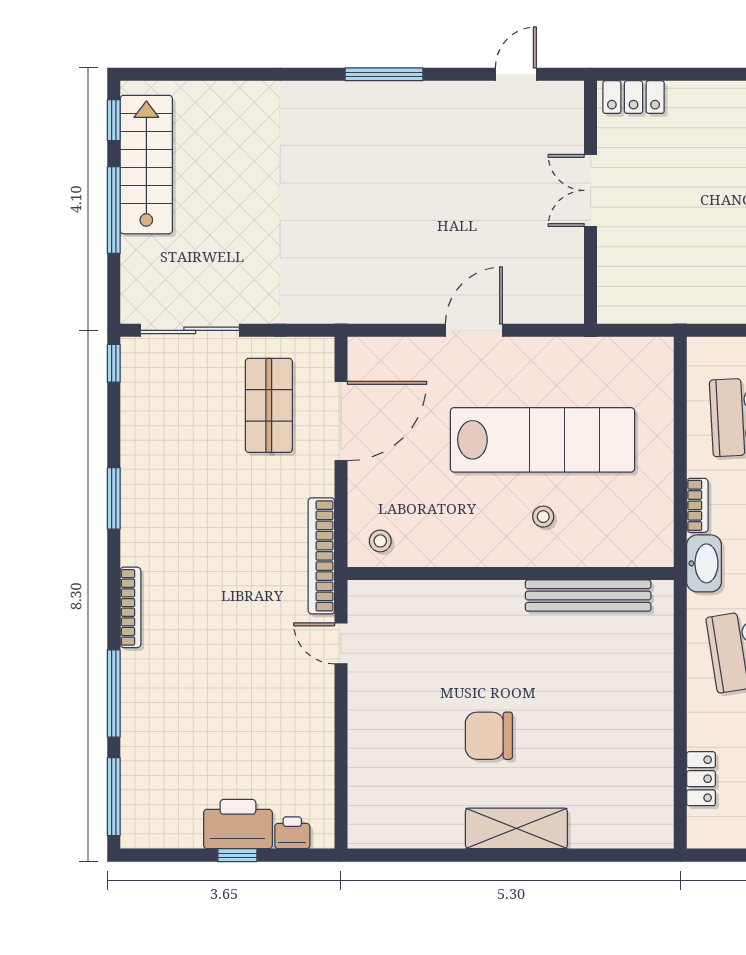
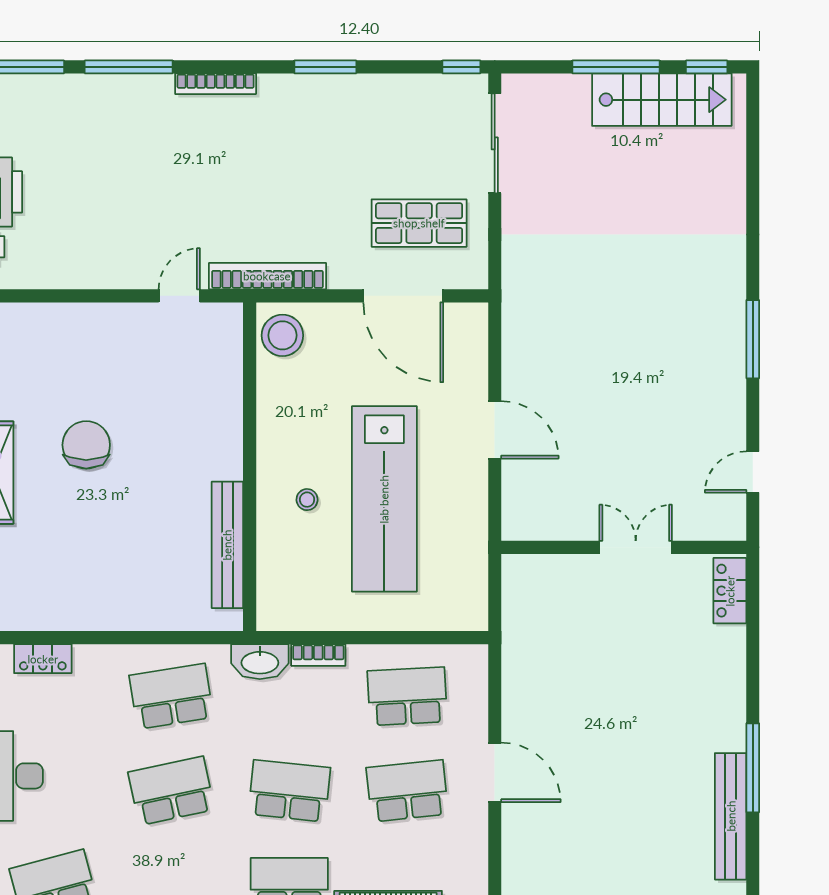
door: (516, 74) -> (753, 472), swing flipped
stool: (380, 541) -> (282, 335), width x1.89, depth x1.89

